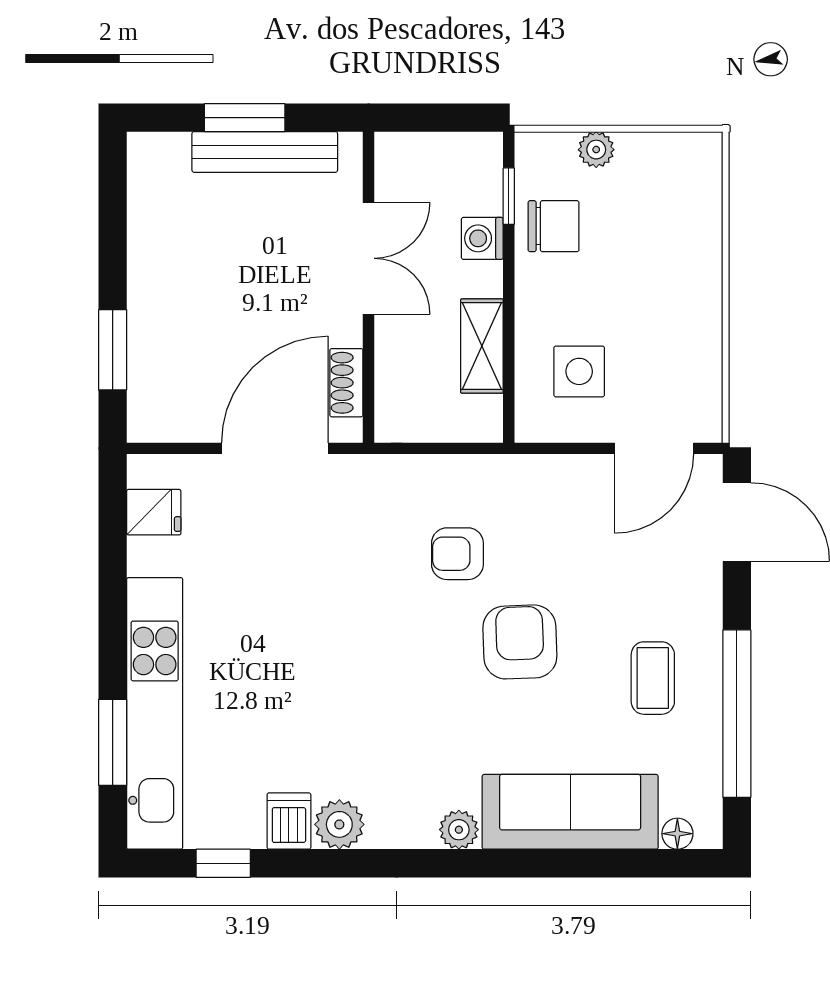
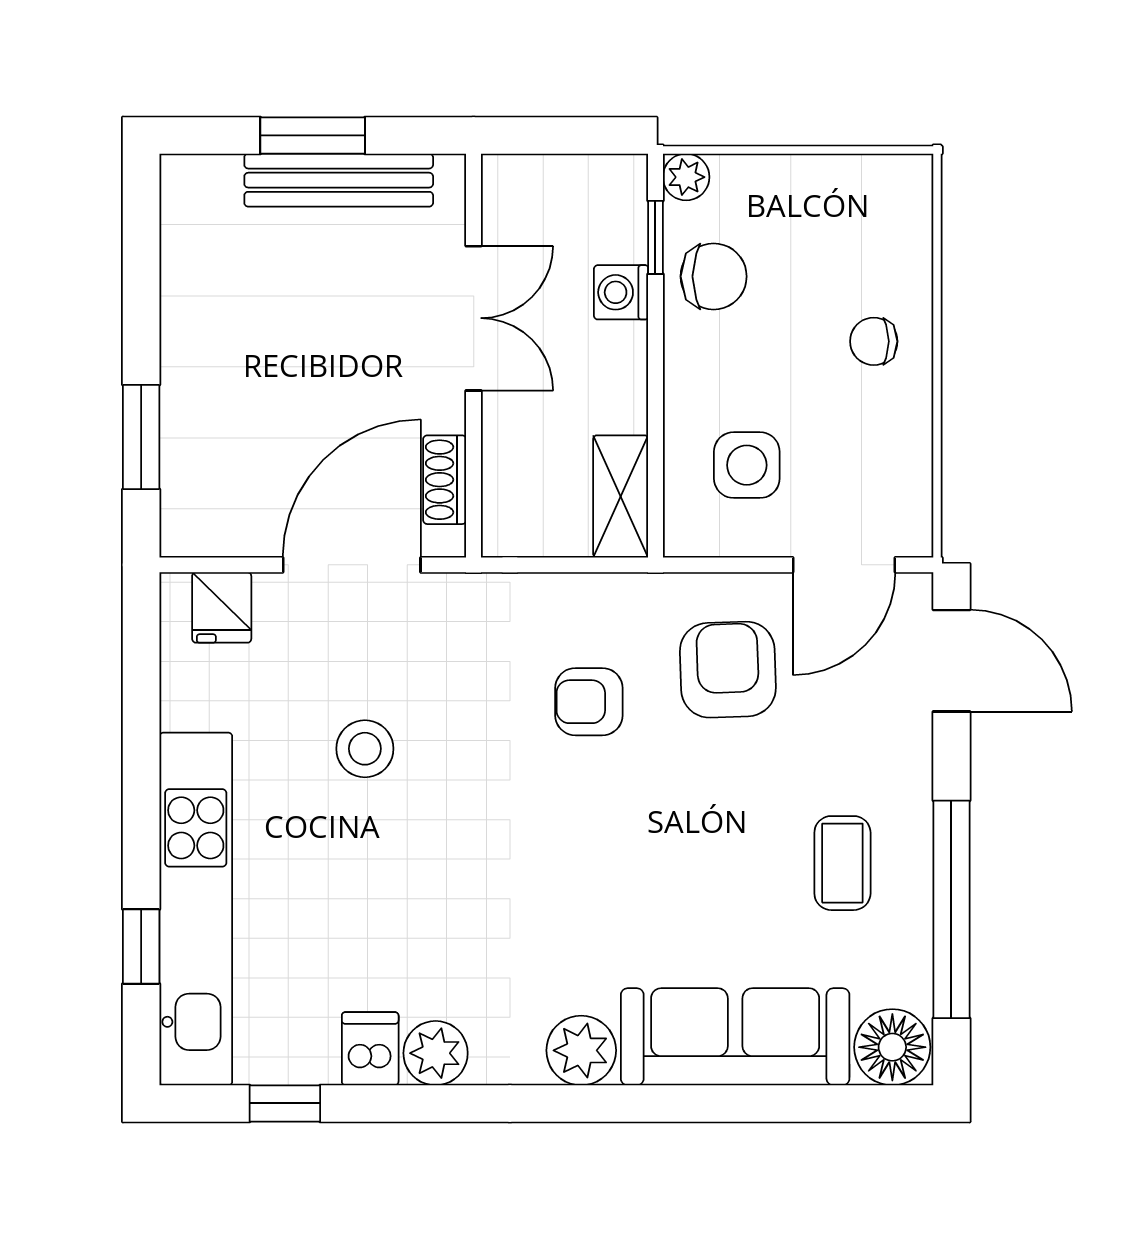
plant: (596, 150) -> (686, 177), moved
chair: (677, 276) -> (874, 341), added
shelving: (482, 346) -> (621, 496), moved
fridge: (154, 512) -> (222, 607), moved, turned 90
stool: (285, 590) -> (365, 749), added
armchair: (520, 642) -> (728, 670), moved
window: (113, 742) -> (141, 947), width x0.67
plant: (459, 830) -> (581, 1050), width x1.38, depth x1.38
floor lamp: (677, 834) -> (892, 1047), width x1.89, depth x1.89

